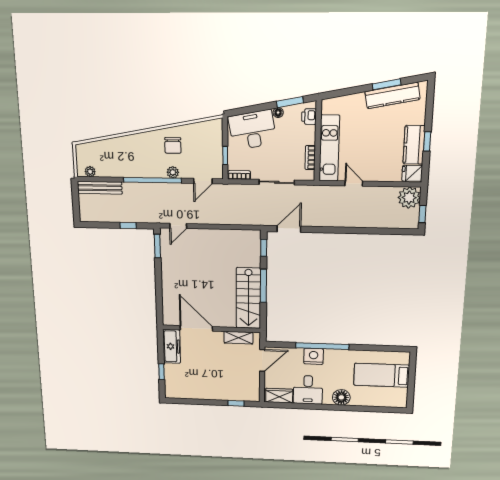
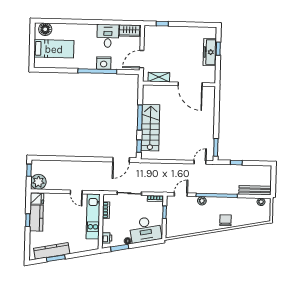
chair: (173, 145) -> (225, 220), moved
stairs: (248, 298) -> (150, 128), moved
freezer: (172, 346) -> (210, 52), moved
floor lamp: (341, 397) -> (45, 29), moved

